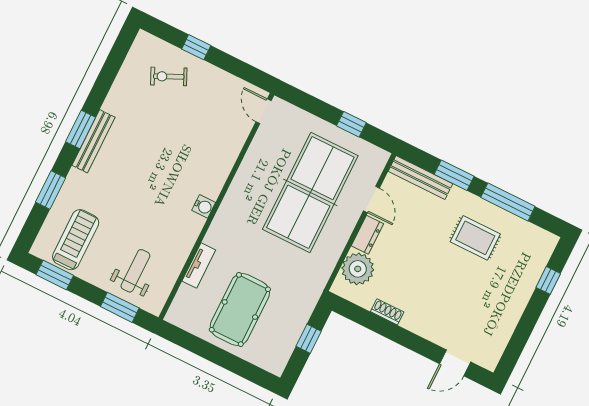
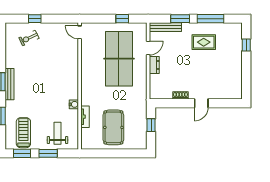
door: (371, 199) -> (148, 48), hinge flipped
water cooler: (204, 206) -> (74, 104), moved
plant: (358, 269) -> (158, 83), removed
window: (120, 307) -> (48, 153), moved
door: (455, 363) -> (201, 103), moved

